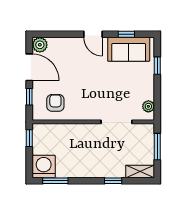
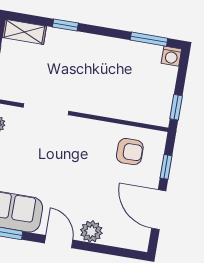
plant: (40, 45) -> (91, 231), moved
armchair: (55, 103) -> (130, 152), turned -90
washing machine: (44, 166) -> (171, 56), width x0.53, depth x0.53

